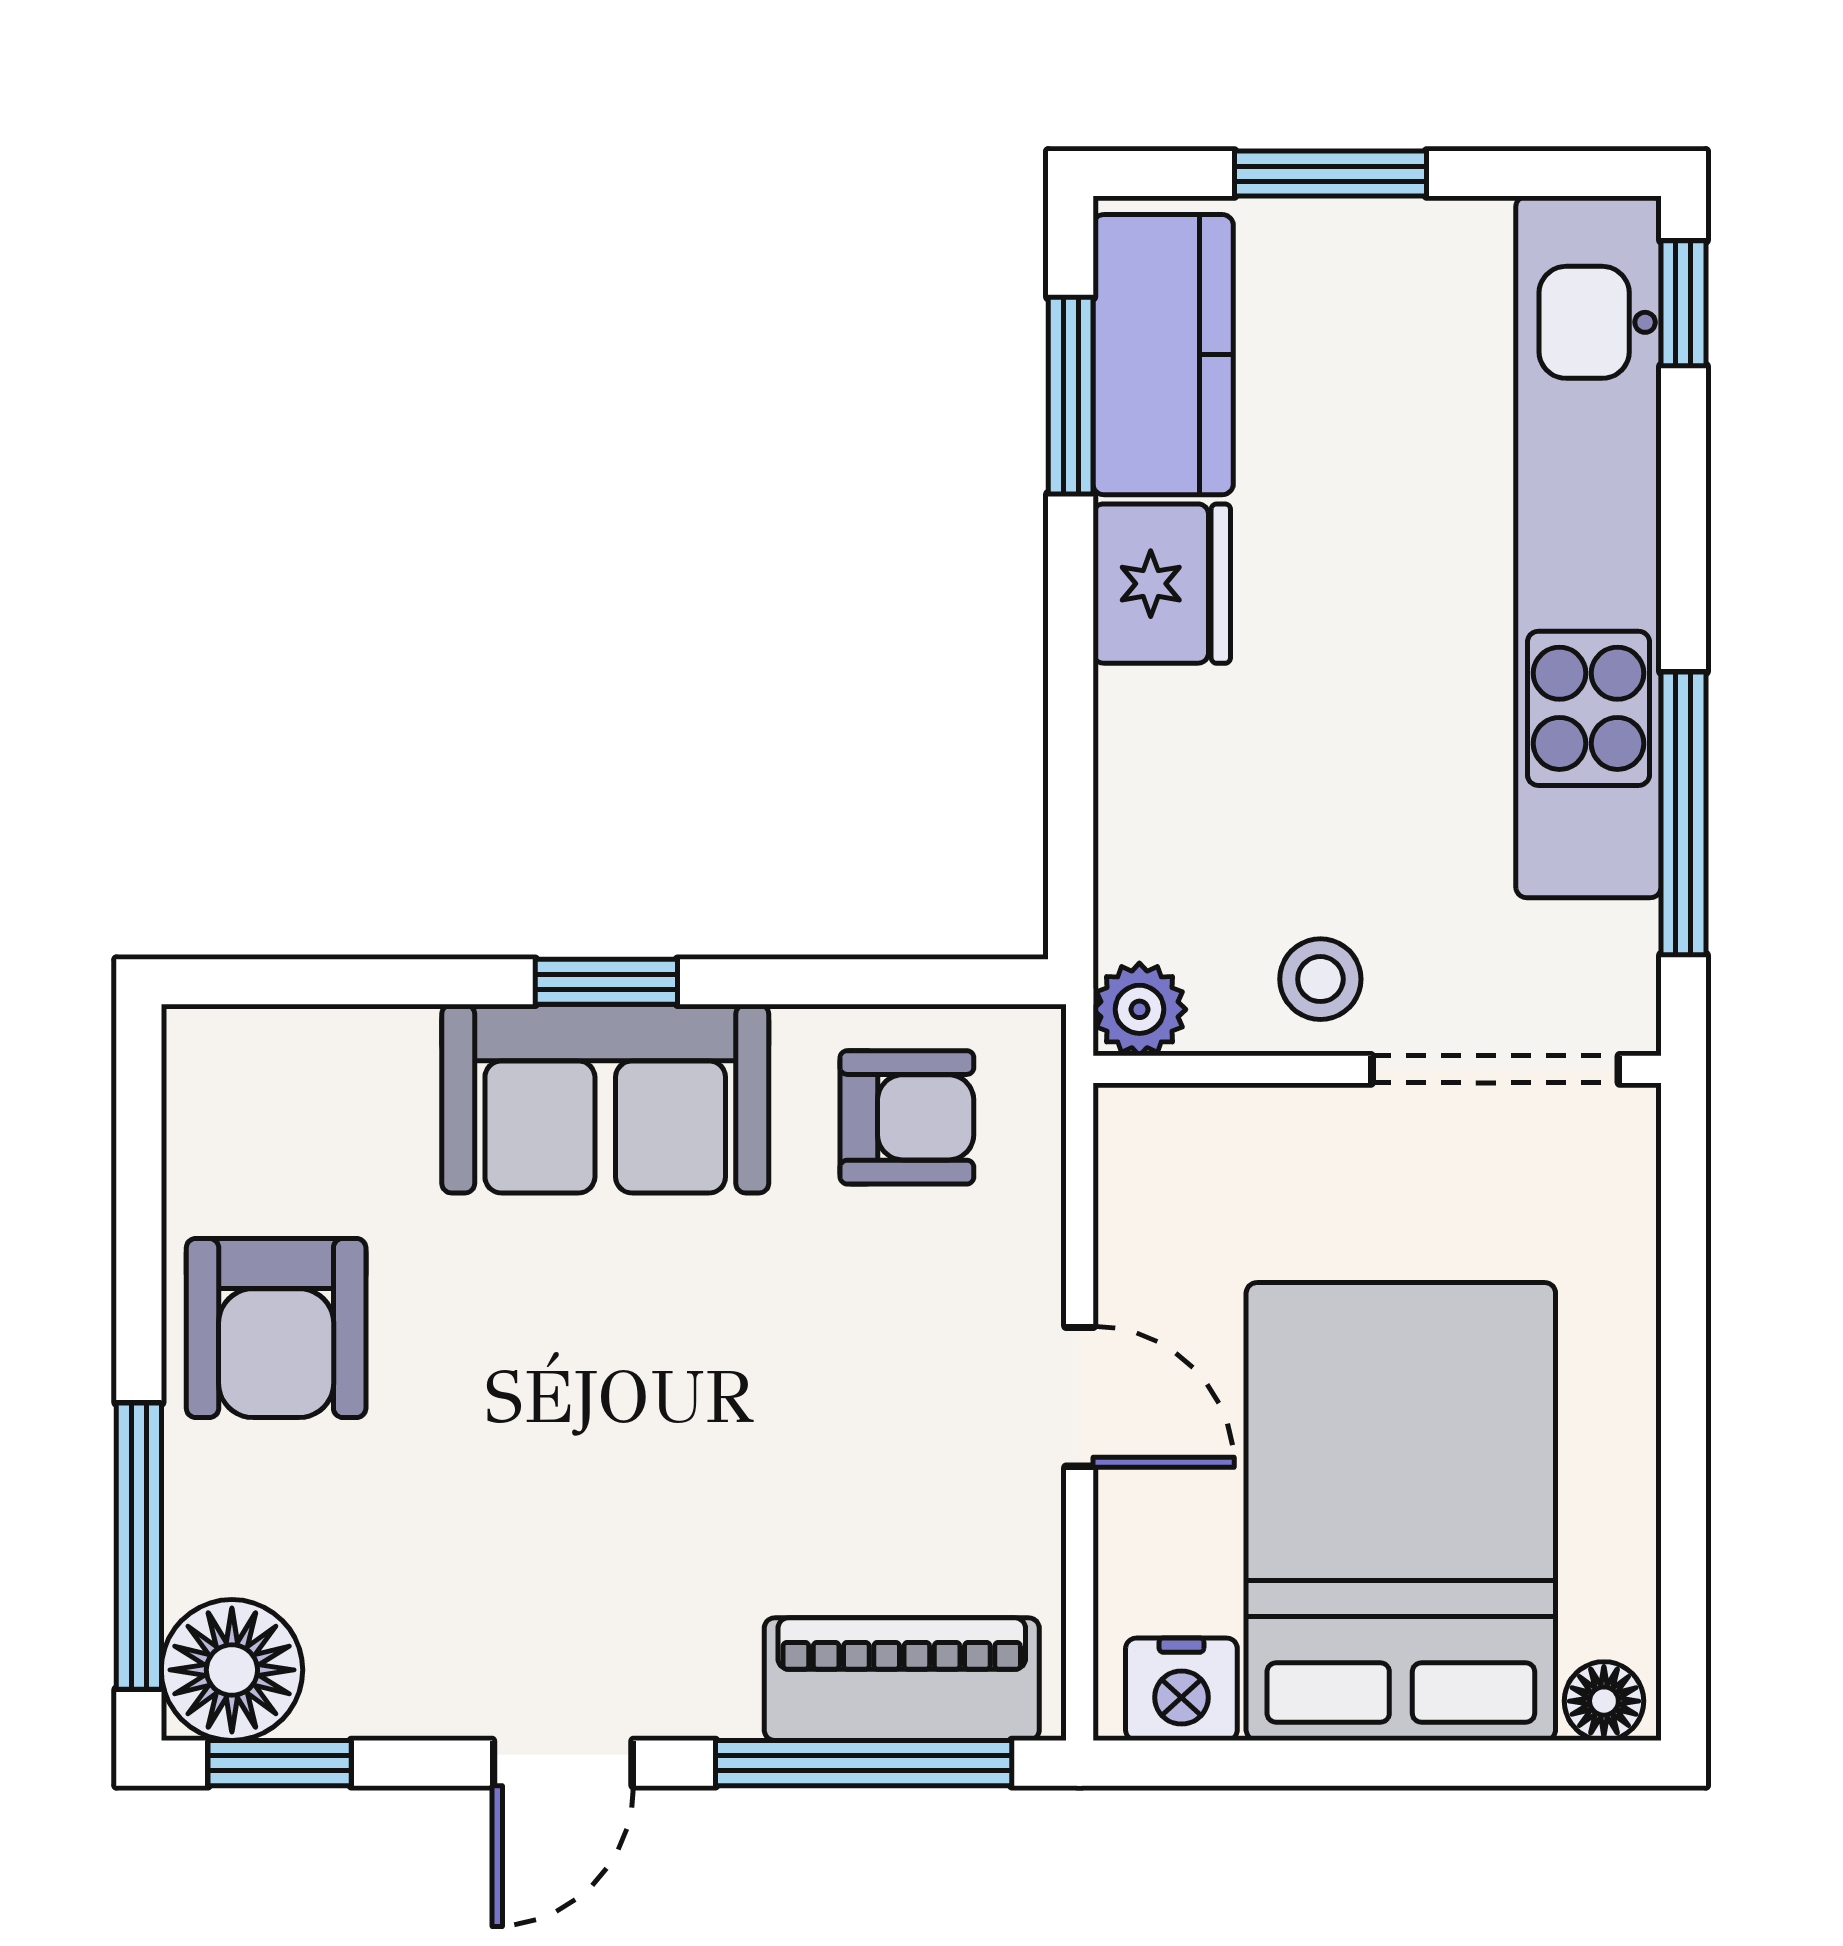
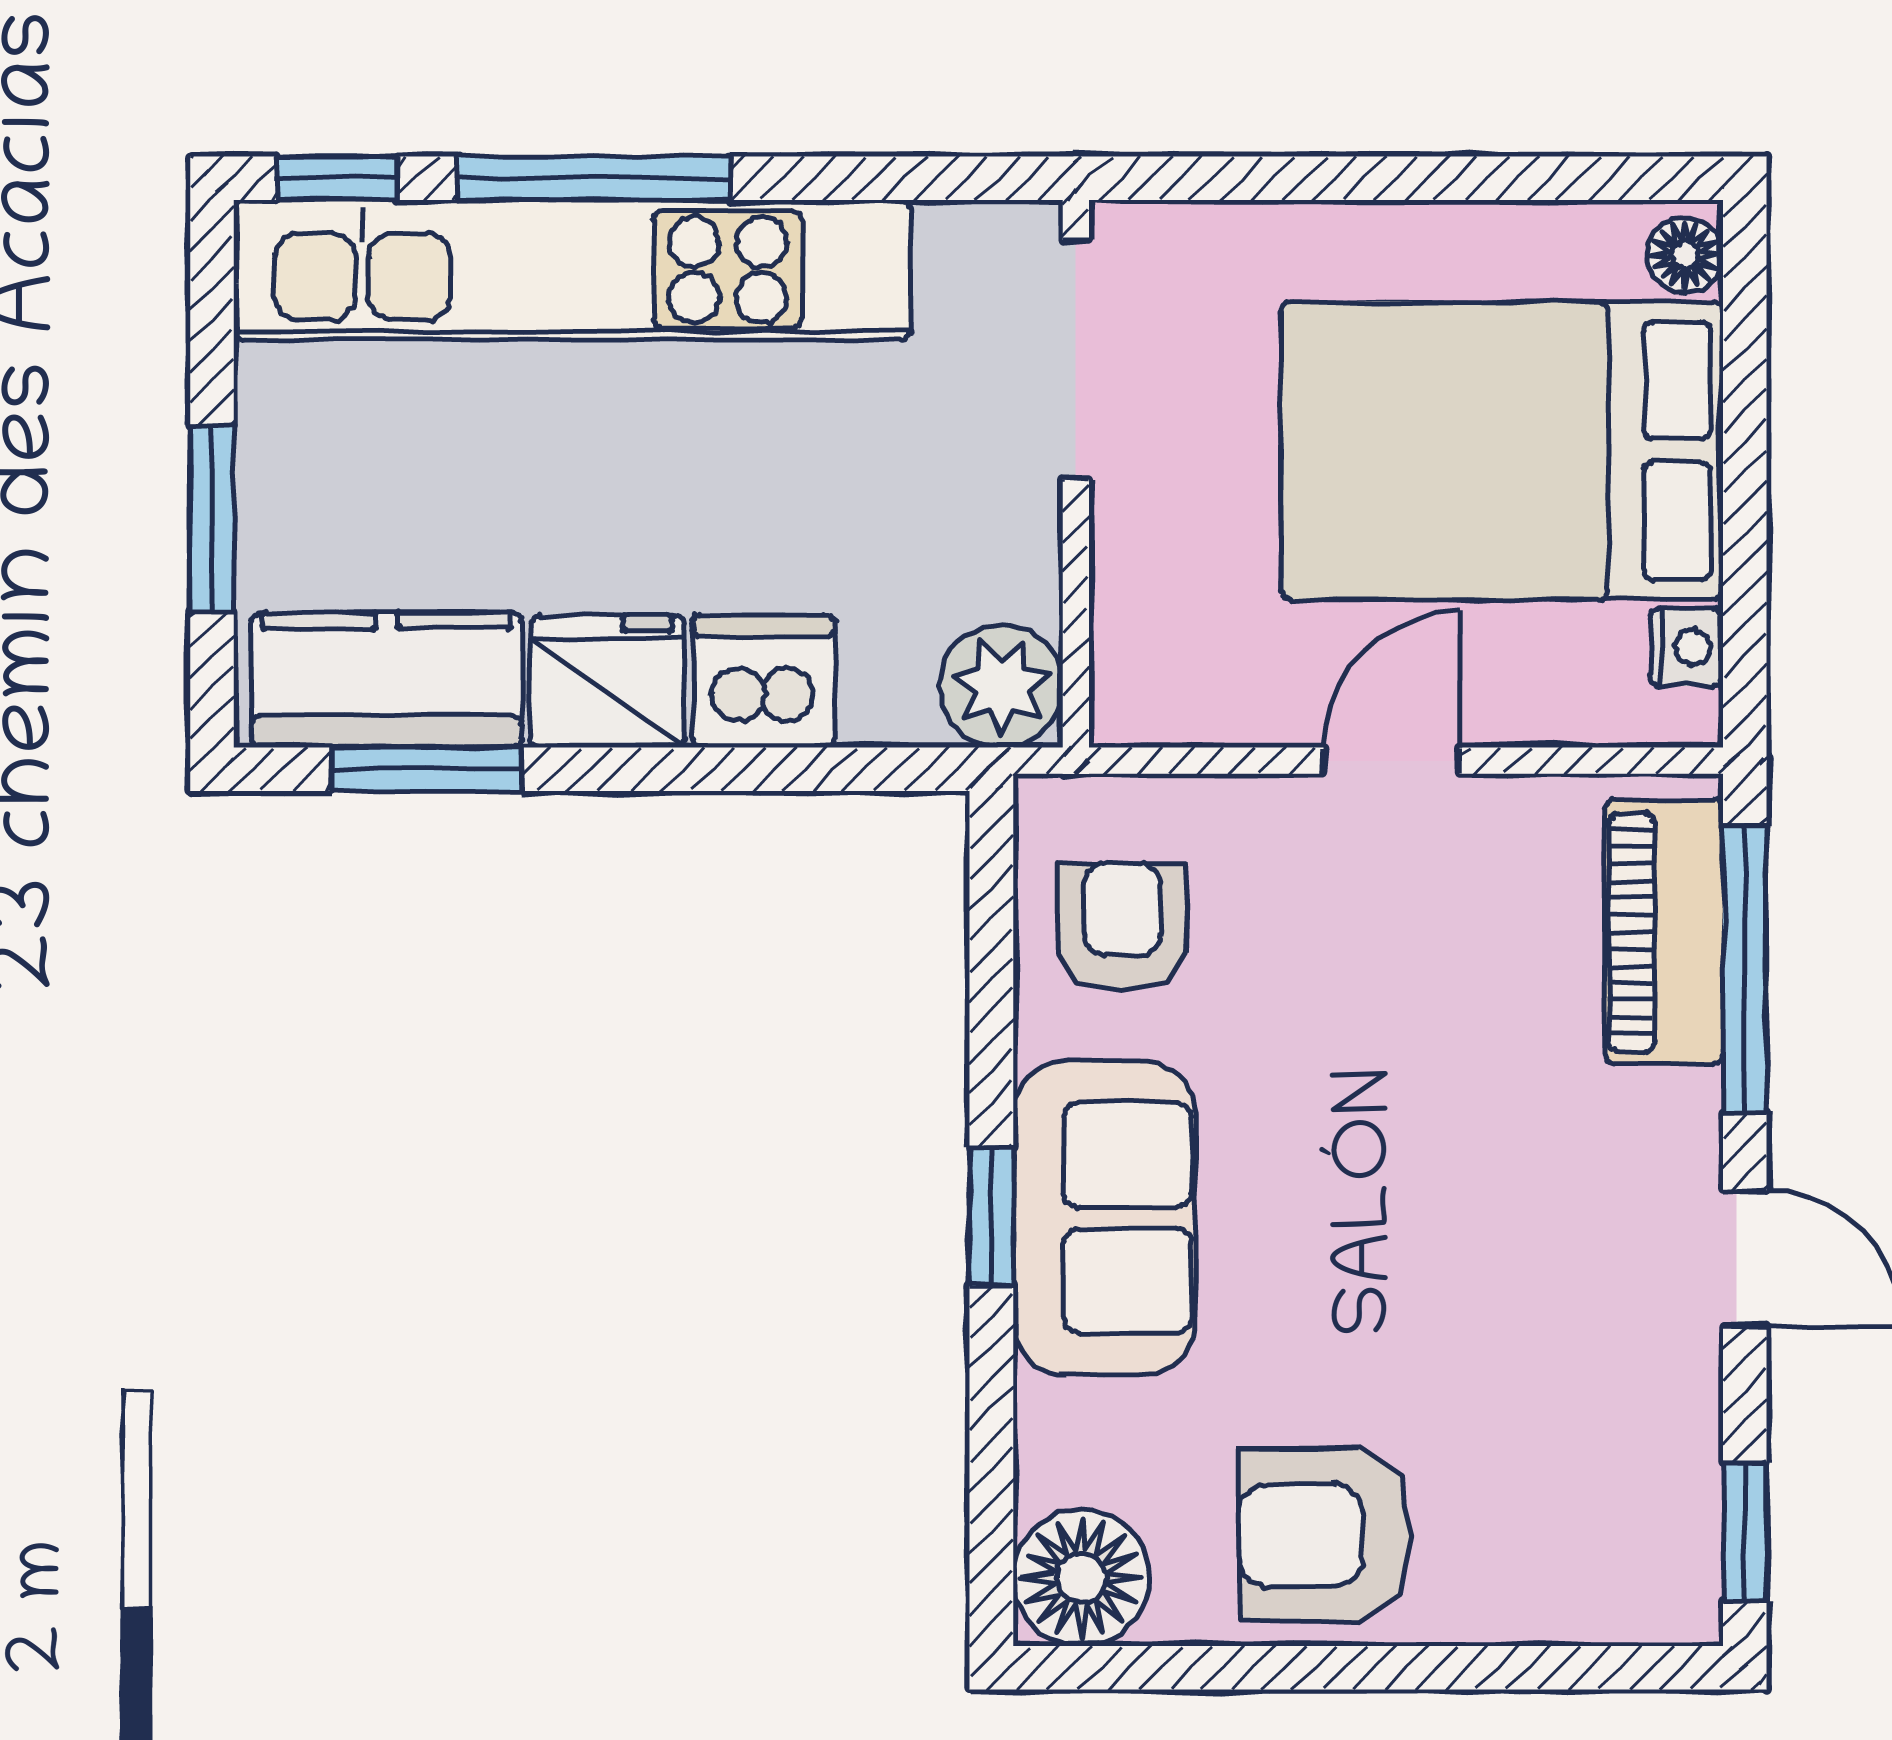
dishwasher: (1162, 746) -> (764, 681), added
window: (1683, 813) -> (594, 178), moved
stool: (1320, 979) -> (989, 528), removed
plant: (1139, 1009) -> (1001, 686), width x1.38, depth x1.38
armchair: (276, 1328) -> (1325, 1535), turned 180
window: (139, 1546) -> (1536, 1668), removed
floor lamp: (232, 1670) -> (1081, 1578), moved
nightstand: (1181, 1689) -> (1687, 647), width x0.72, depth x0.74

